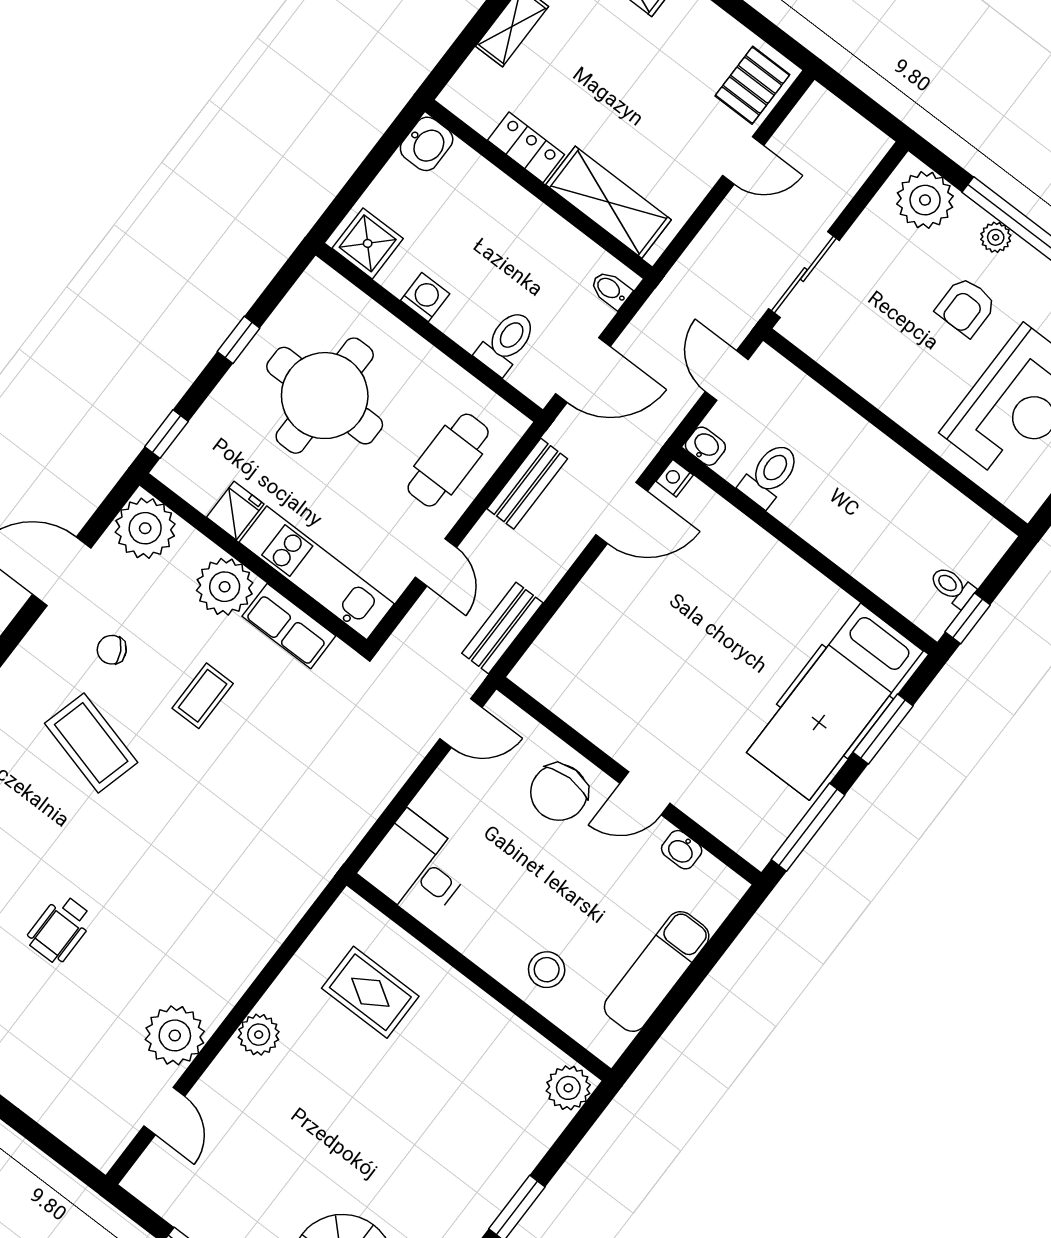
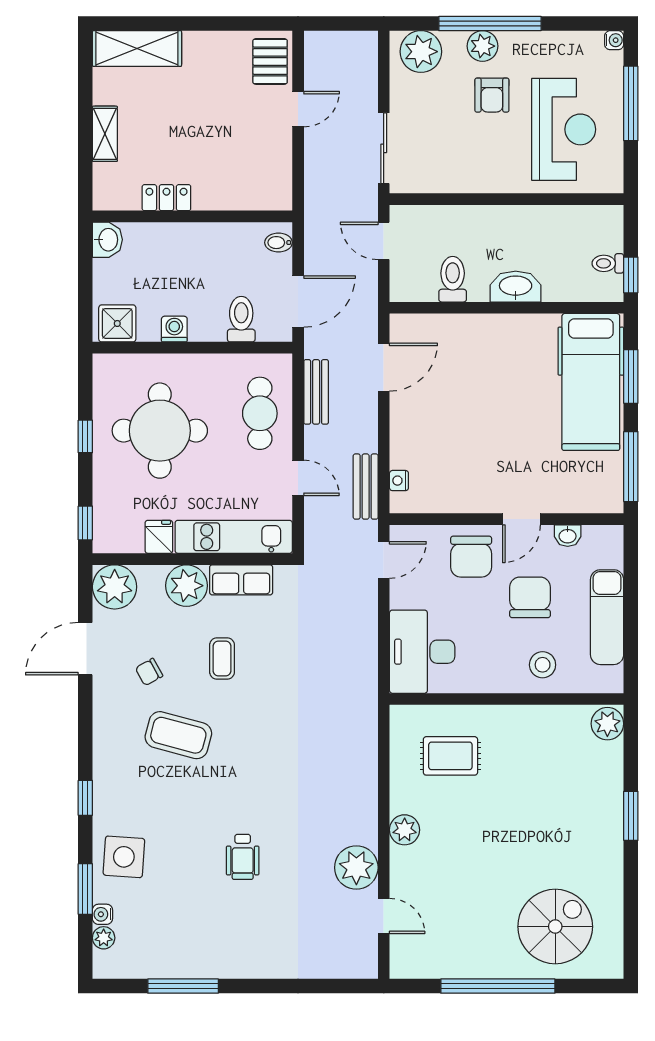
shelving: (609, 202) -> (239, 193), removed
plant: (996, 237) -> (483, 46), width x1.38, depth x1.38
washbasin: (705, 446) -> (516, 287), moved, width x1.91, depth x1.45
nightstand: (675, 478) -> (399, 481), moved
desk: (417, 867) -> (422, 652), width x1.37
chair: (589, 886) -> (530, 597), added

